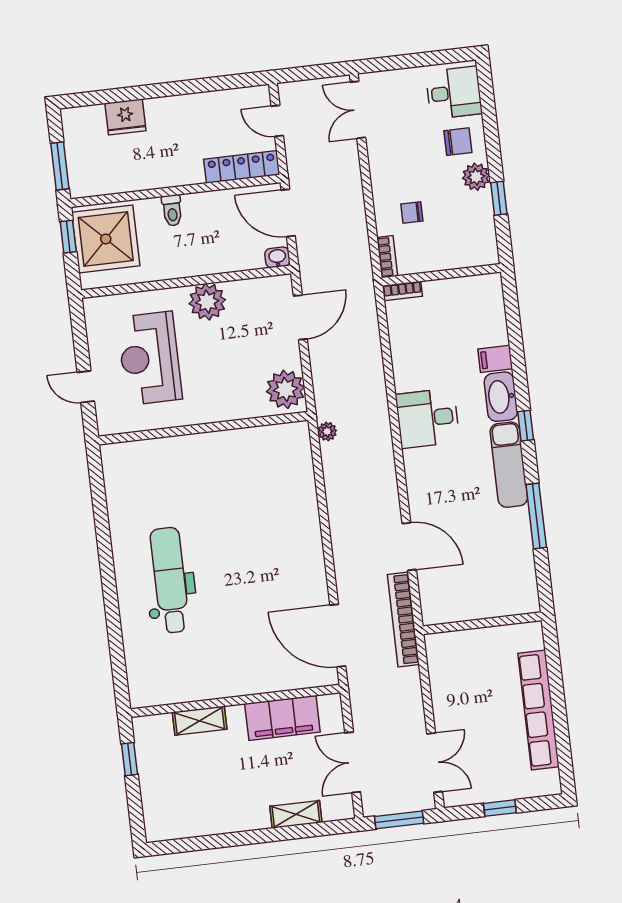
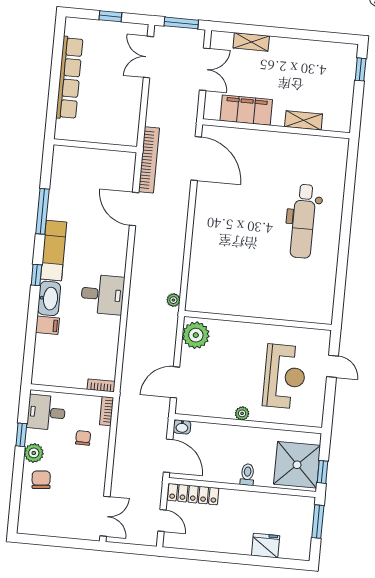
desk: (454, 93) -> (46, 412), moved
chair: (458, 142) -> (41, 480), turned 85
chair: (412, 212) -> (83, 438), turned -90
plant: (207, 302) -> (242, 413), width x0.53, depth x0.53
window: (130, 759) -> (361, 69), moved

